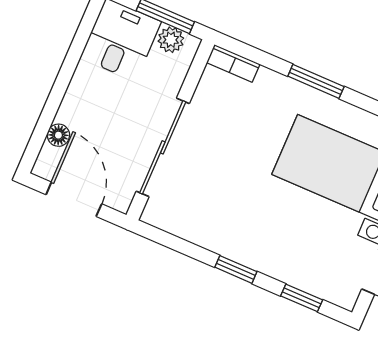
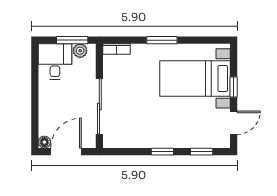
floor lamp: (58, 135) -> (44, 142), moved
door: (74, 199) -> (66, 152), hinge flipped

